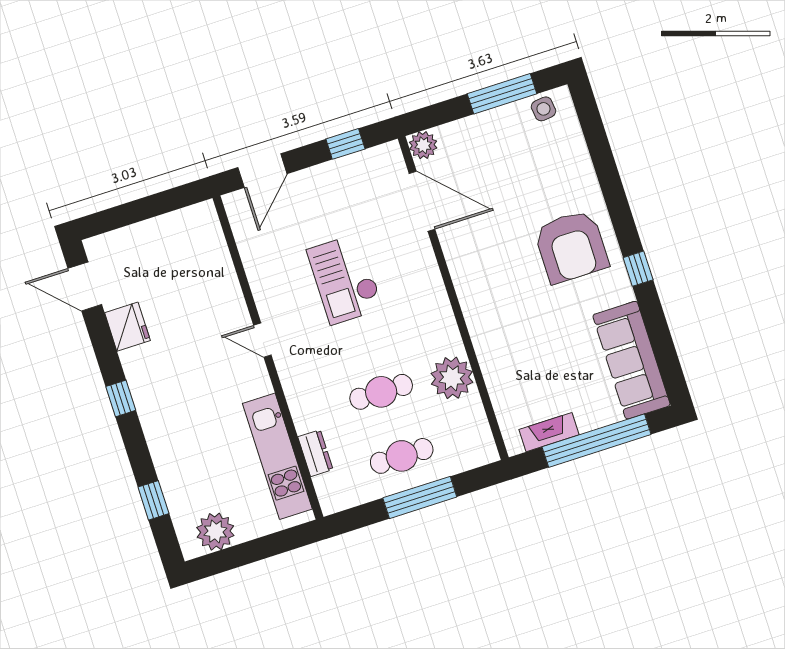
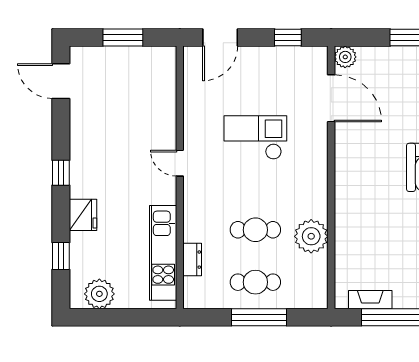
window: (143, 209) -> (123, 38), added
checkout: (345, 279) -> (255, 138), turned 90
fridge: (127, 327) -> (83, 215), moved

